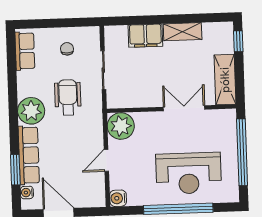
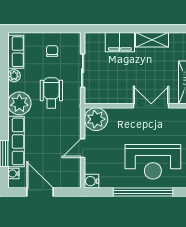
plant: (24, 79) -> (14, 76), added

